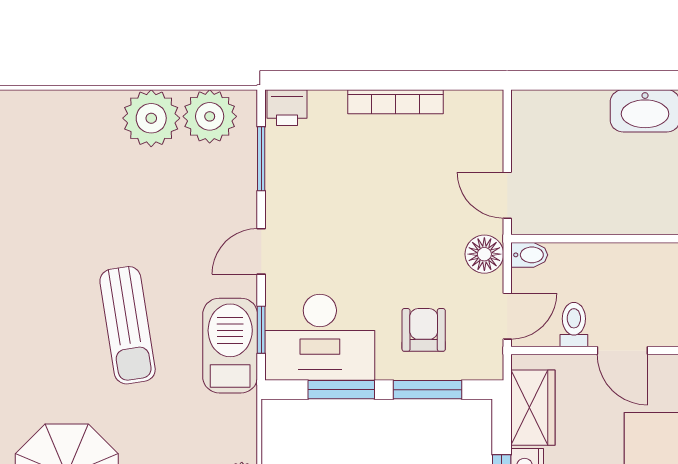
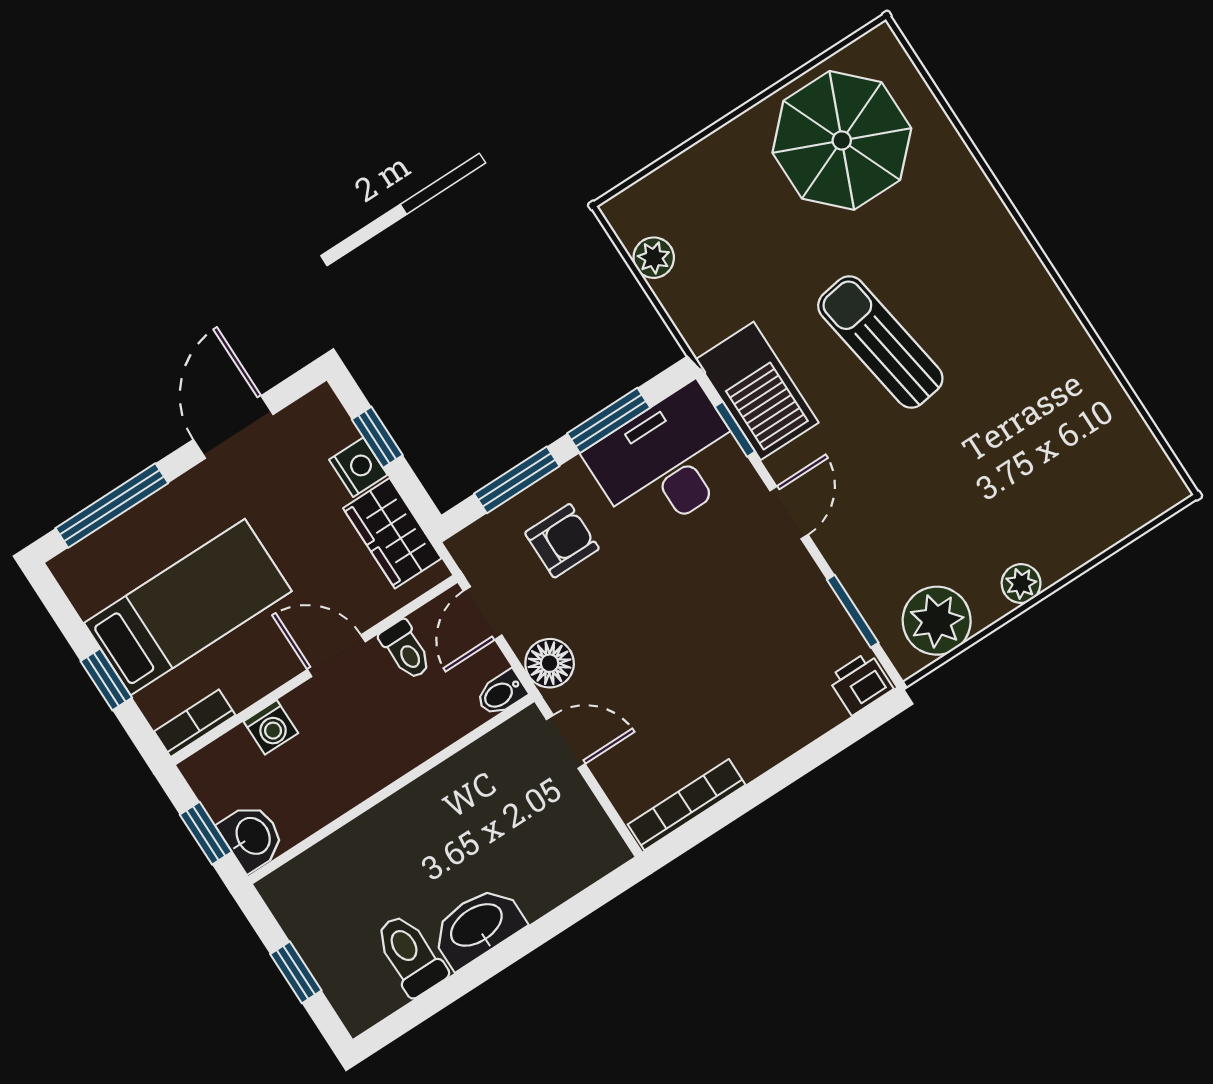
bookcase: (395, 102) -> (687, 805), moved
plant: (151, 118) -> (1021, 584), width x0.53, depth x0.53
armchair: (424, 330) -> (562, 541), turned -90

